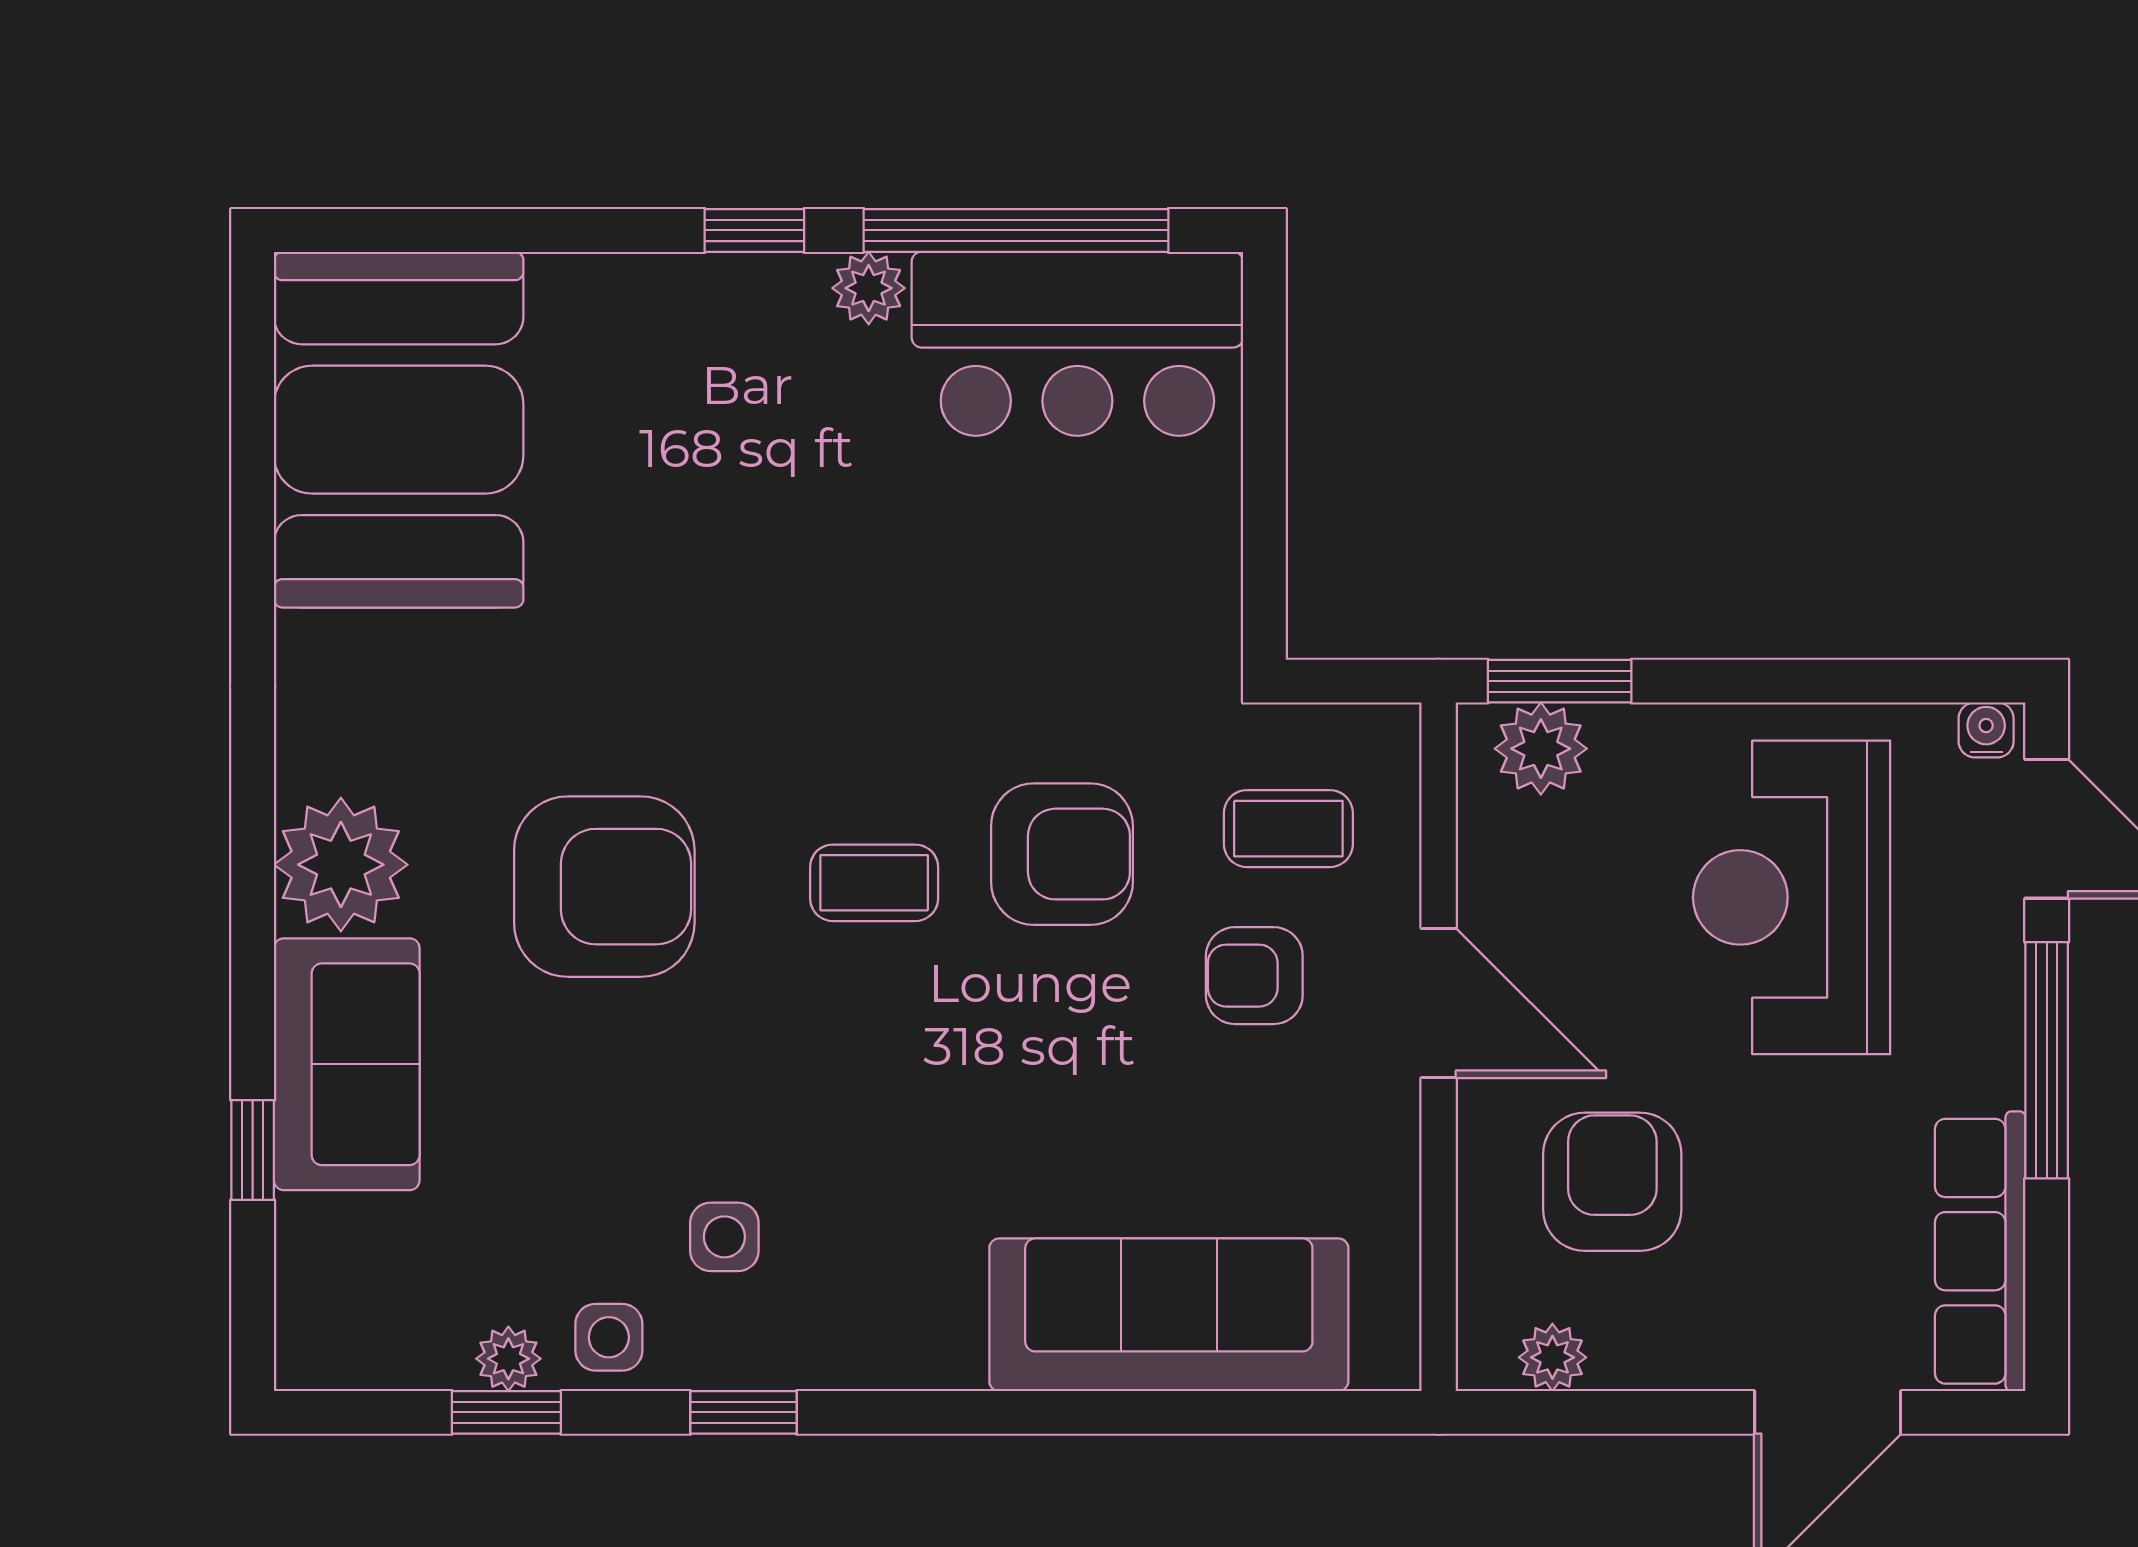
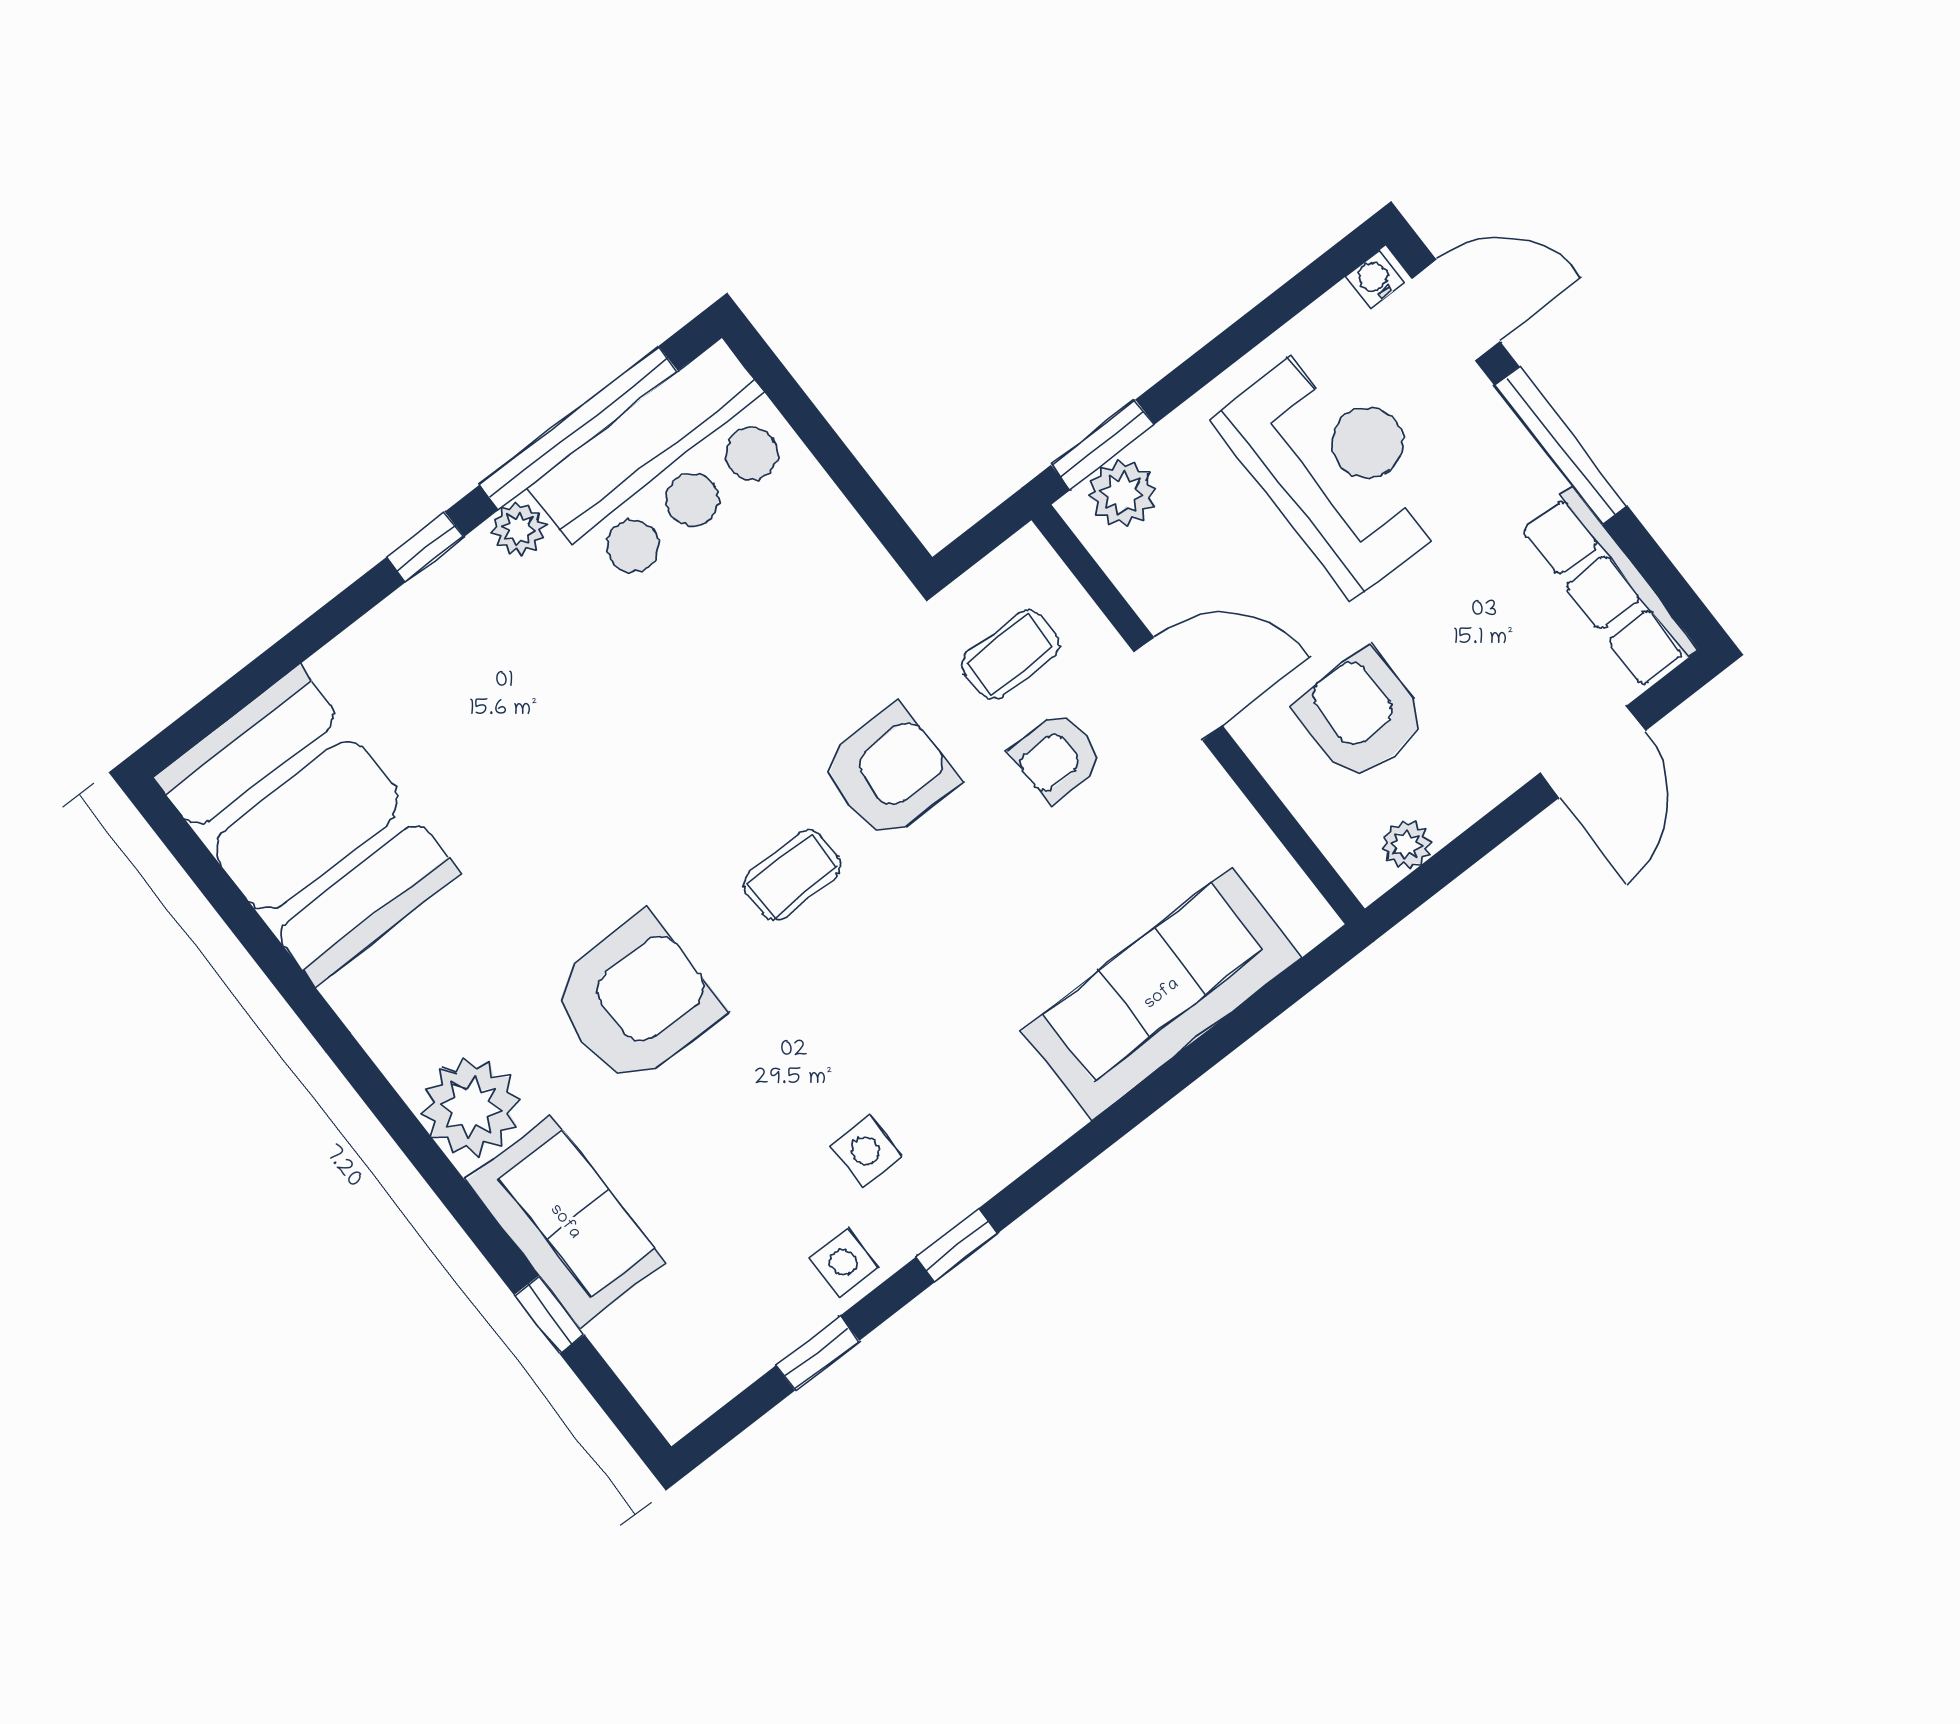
reception desk: (1792, 897) -> (1337, 466), turned 180
plant: (508, 1359) -> (794, 1321), removed

